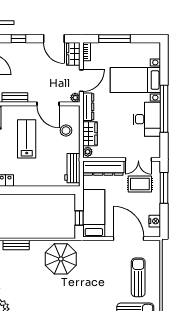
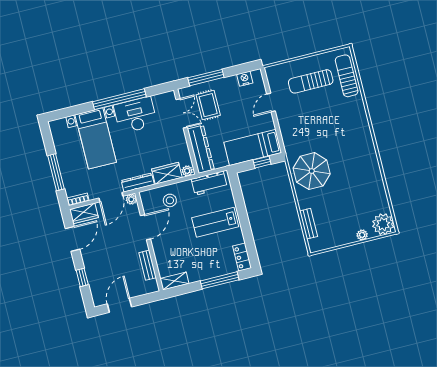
door: (81, 81) -> (111, 197), swing flipped
lab bench: (27, 139) -> (215, 222), moved
door: (129, 239) -> (271, 103), width x0.53

